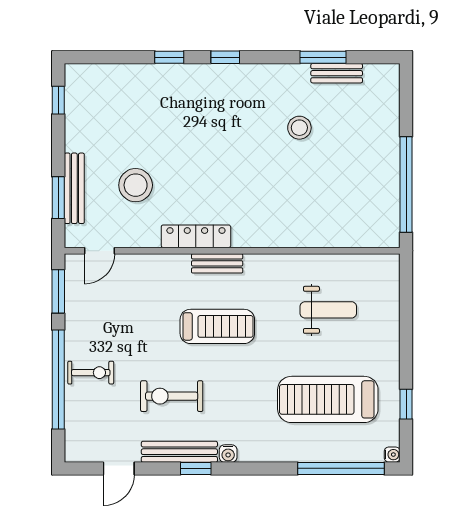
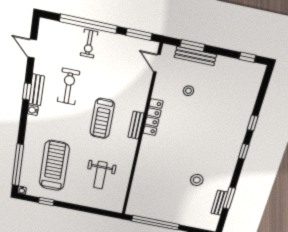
stool: (136, 185) -> (188, 91), width x0.53, depth x0.53
bench: (179, 452) -> (37, 90), width x0.73

